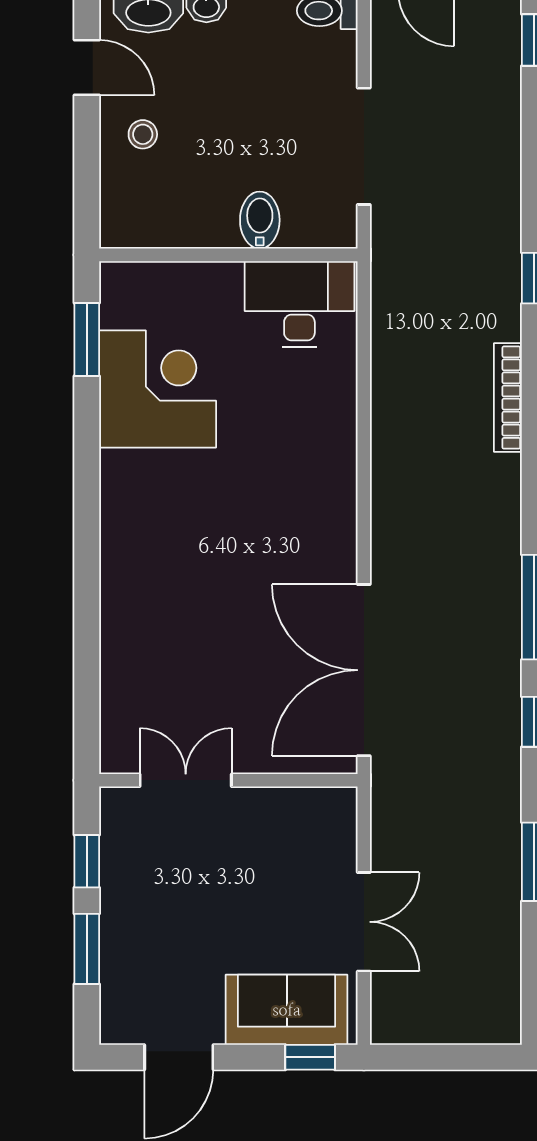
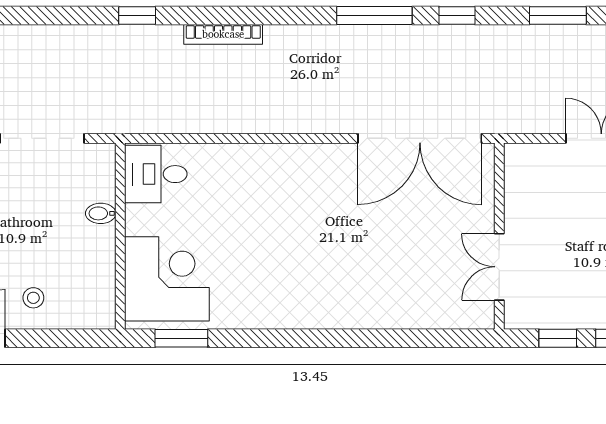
bidet: (260, 220) -> (101, 213), width x0.72, depth x0.74
desk: (299, 304) -> (156, 174), width x0.73
corner desk: (158, 389) -> (167, 279), moved, turned 90

